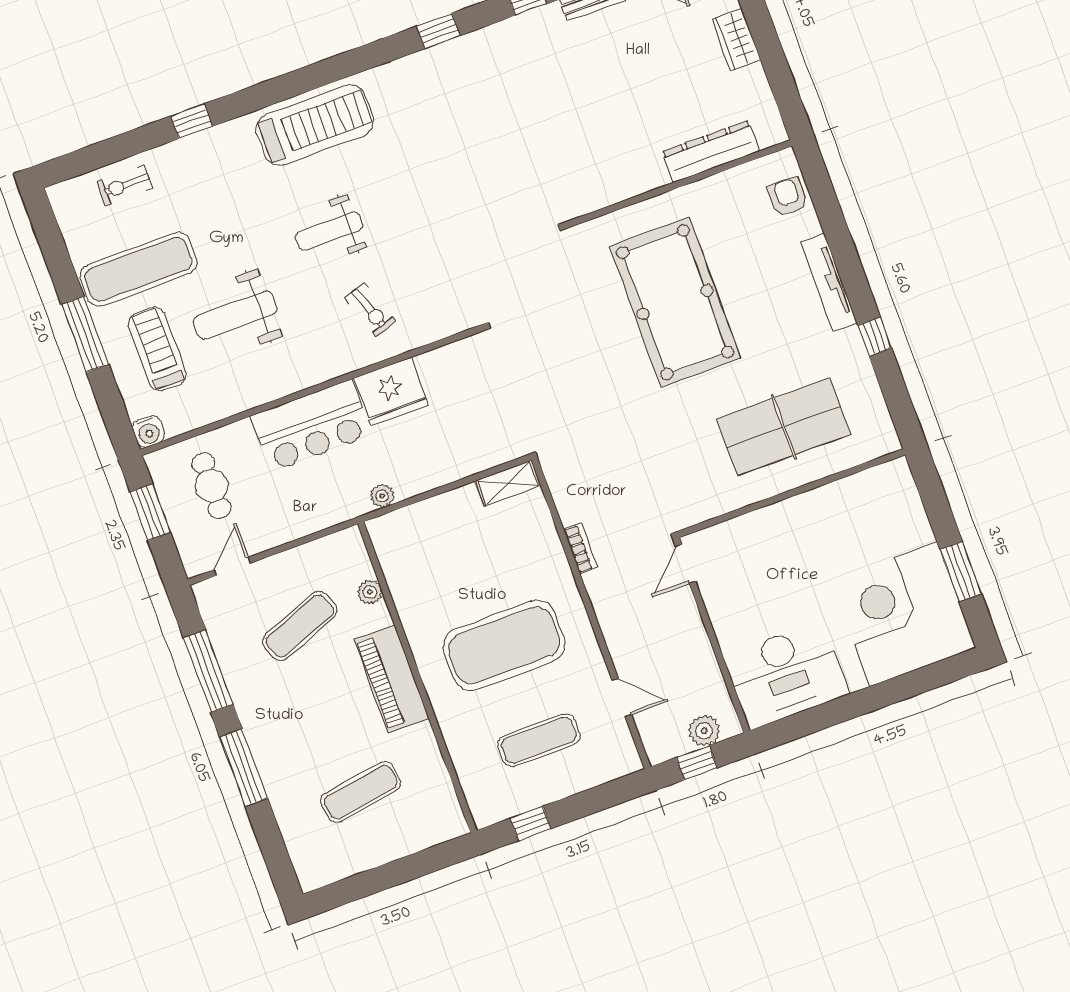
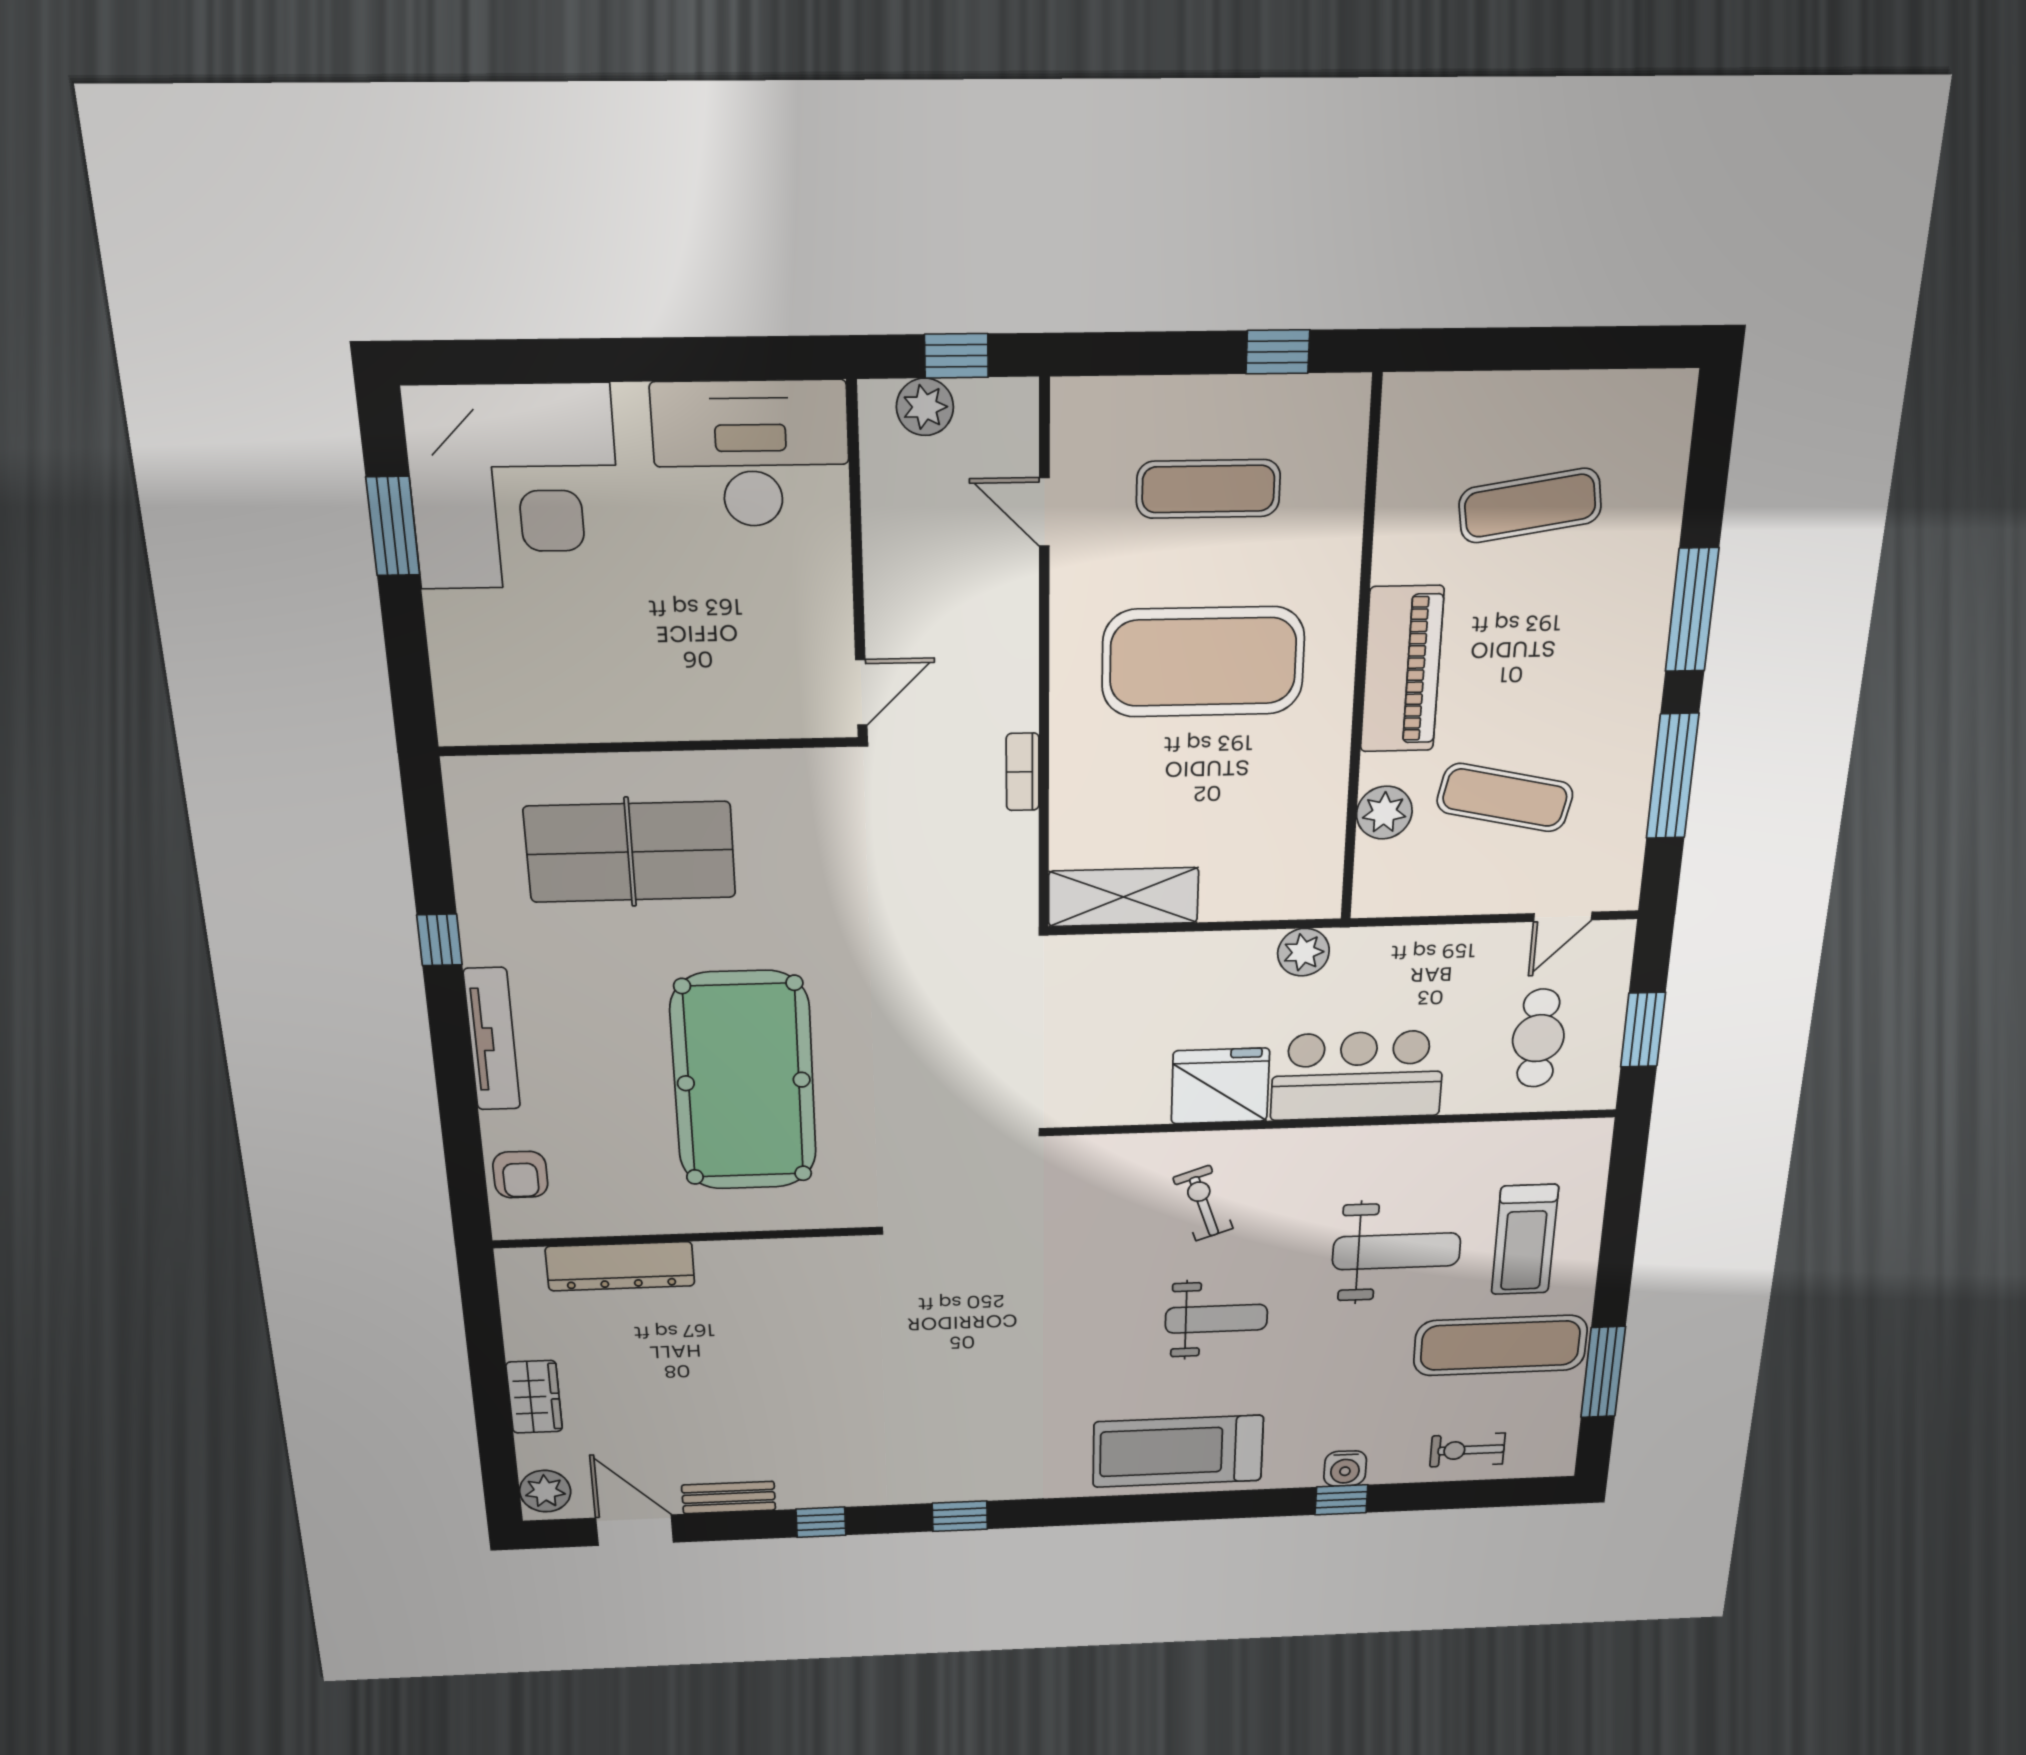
exercise bike: (125, 185) -> (1467, 1450), turned 180
window: (85, 334) -> (1603, 1372), moved
water cooler: (148, 432) -> (1345, 1468), moved, turned 180
shelving: (508, 483) -> (1123, 897), width x1.50, depth x1.33
plant: (382, 496) -> (1303, 952), width x1.38, depth x1.38
plant: (370, 592) -> (1384, 813), width x1.38, depth x1.38
exercise mat: (300, 626) -> (1505, 798), turned 33

